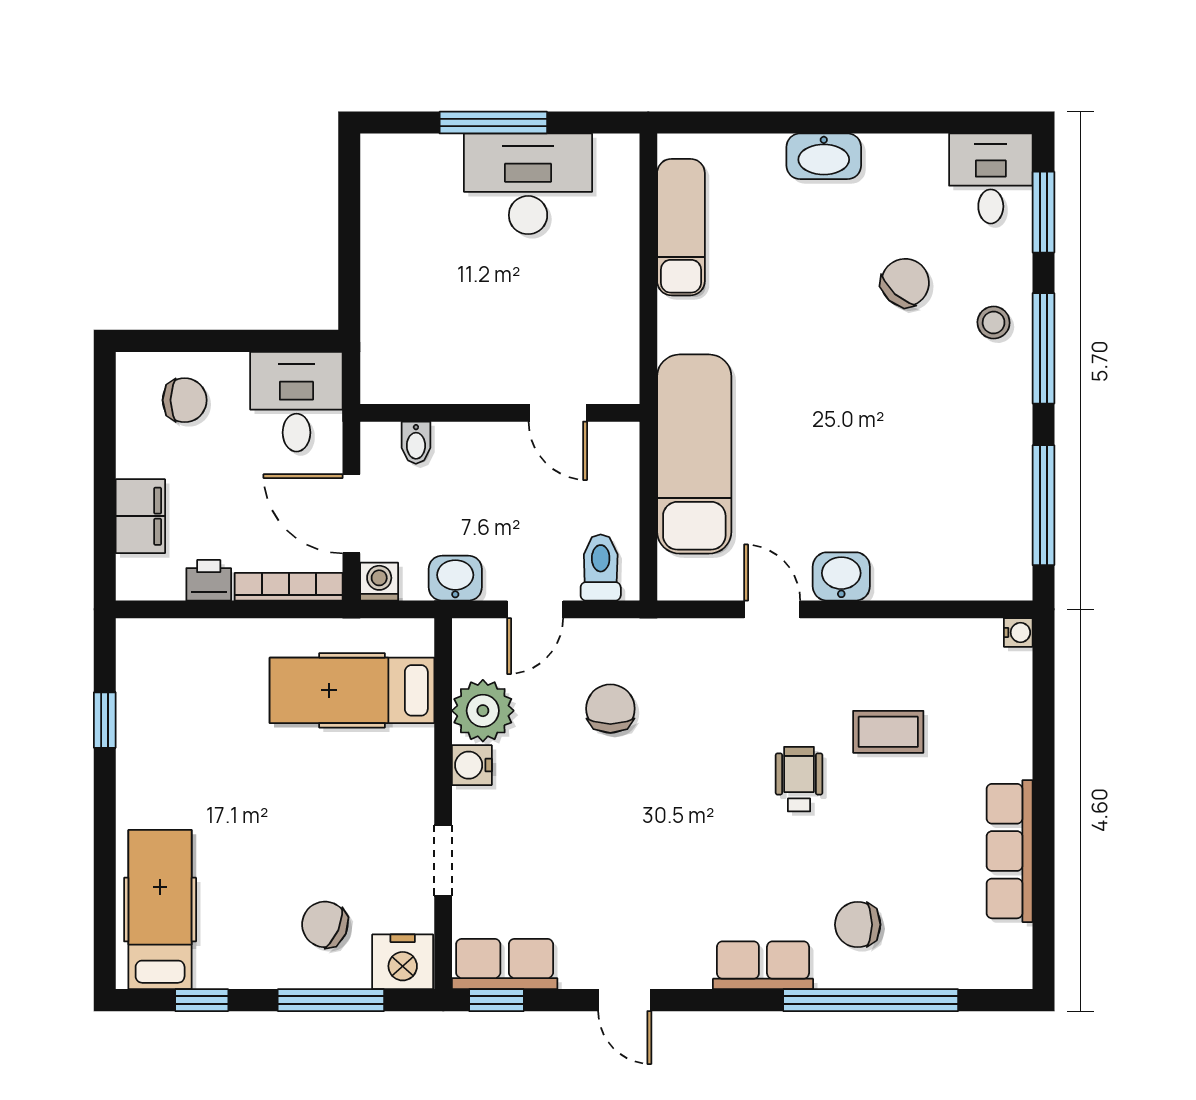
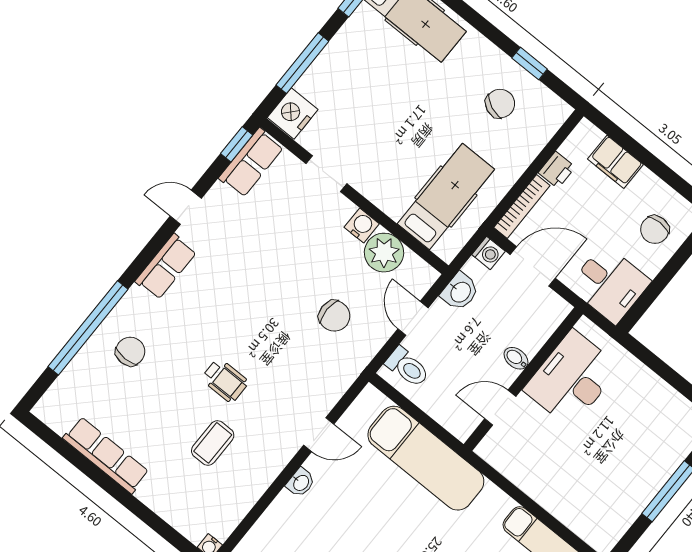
desk: (528, 184) -> (572, 379), moved, turned 180
bidet: (416, 443) -> (516, 358), moved
washbasin: (841, 576) -> (301, 483), width x0.72, depth x0.69
chair: (325, 924) -> (500, 104), moved
row of seats: (763, 965) -> (166, 267), moved

